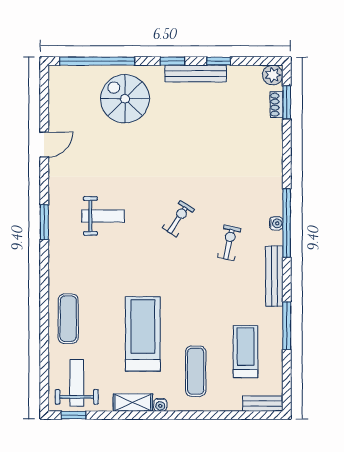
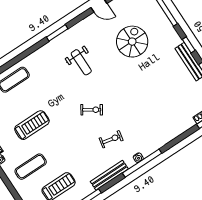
spiral stairs: (125, 99) -> (132, 42), moved
exercise bike: (178, 219) -> (92, 110), moved
treadmill: (143, 334) -> (32, 125), width x0.73, depth x0.73

